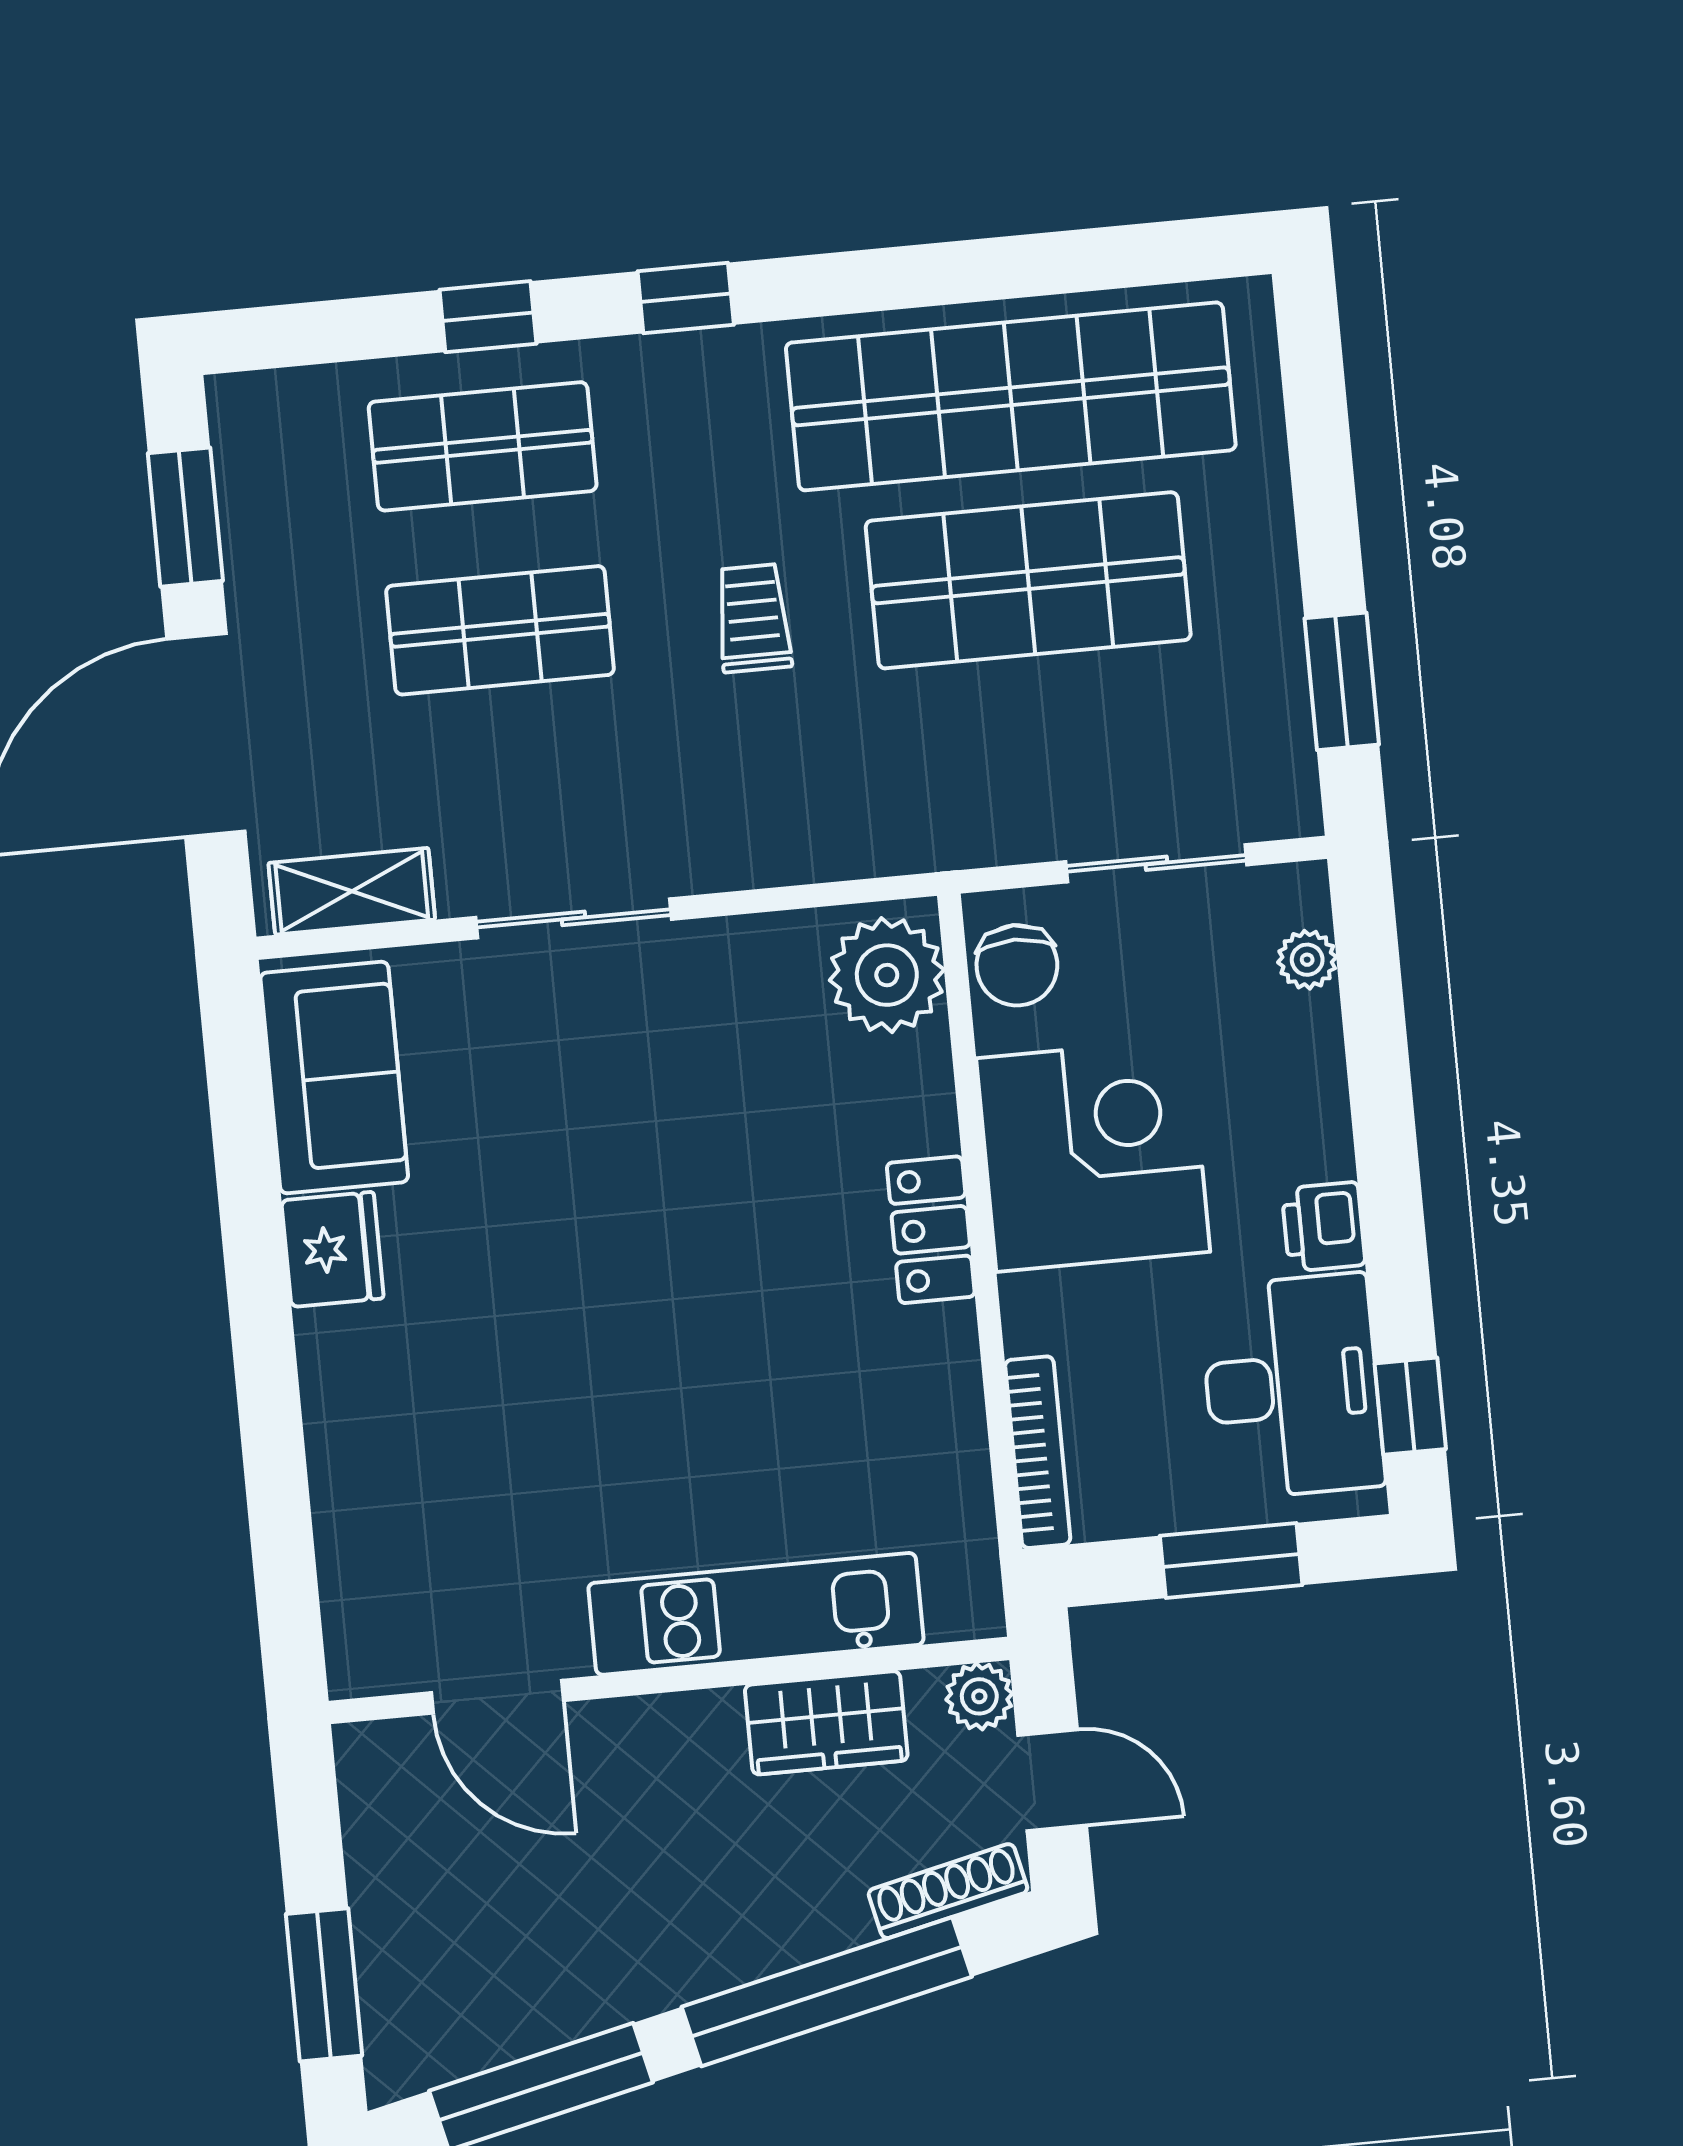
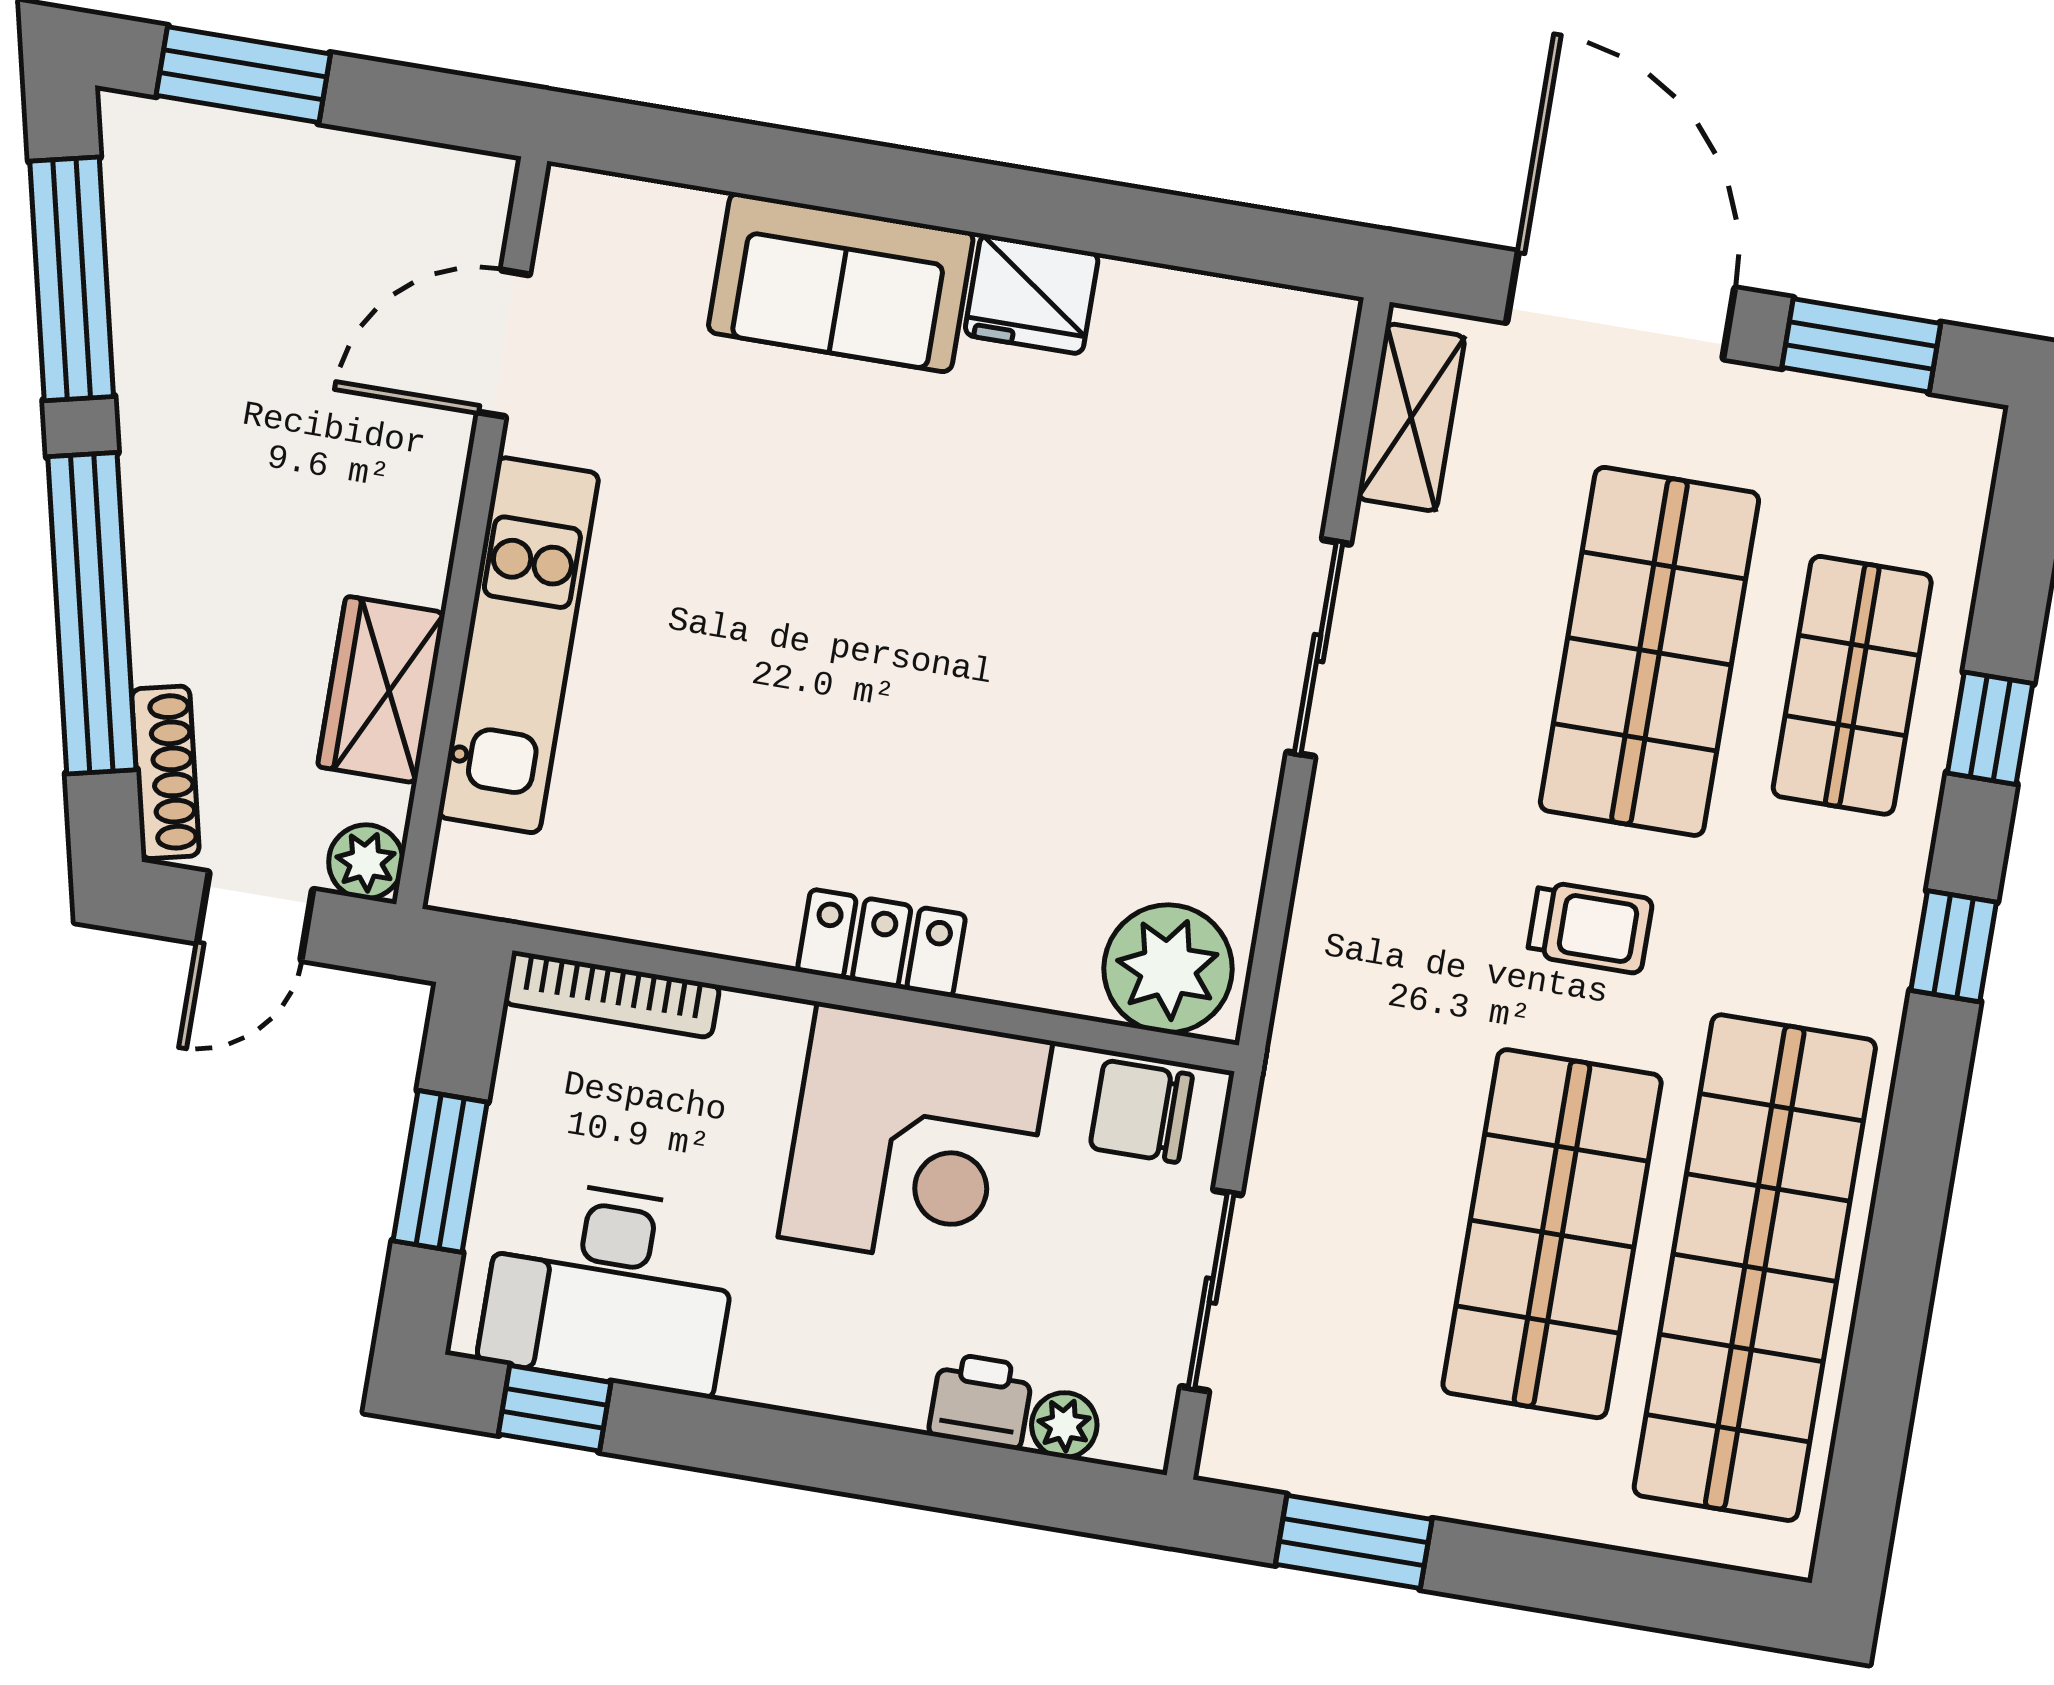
shop shelf: (500, 630) -> (1649, 651), width x1.43, depth x1.36
sofa: (334, 1077) -> (841, 282), moved
printer: (1323, 1227) -> (981, 1401), moved

